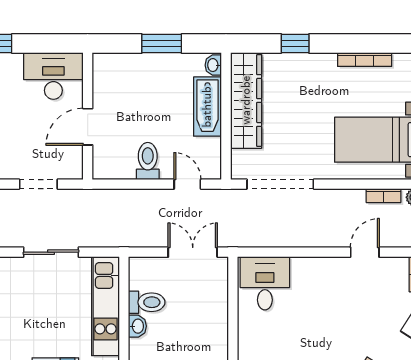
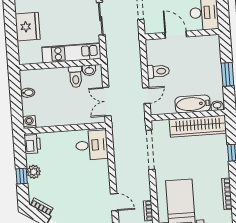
double door: (193, 252) -> (107, 102), swing flipped
washbasin: (137, 326) -> (89, 70), moved

